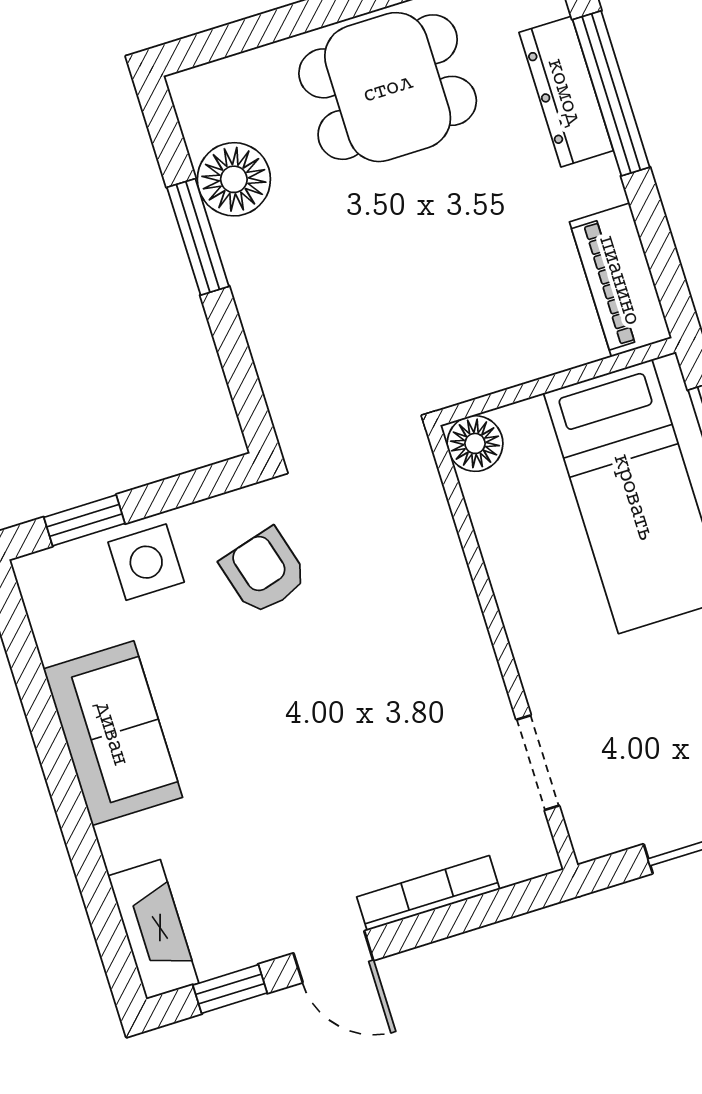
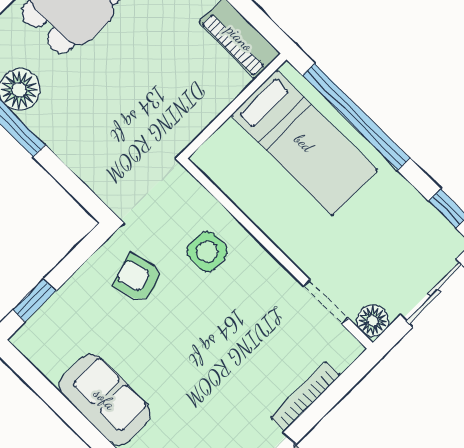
floor lamp: (475, 443) -> (373, 321), moved
side table: (146, 562) -> (207, 252), moved

